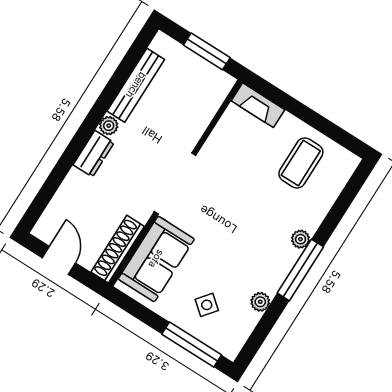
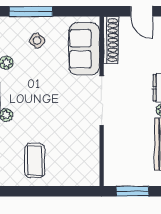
fireplace: (258, 105) -> (82, 179), removed

